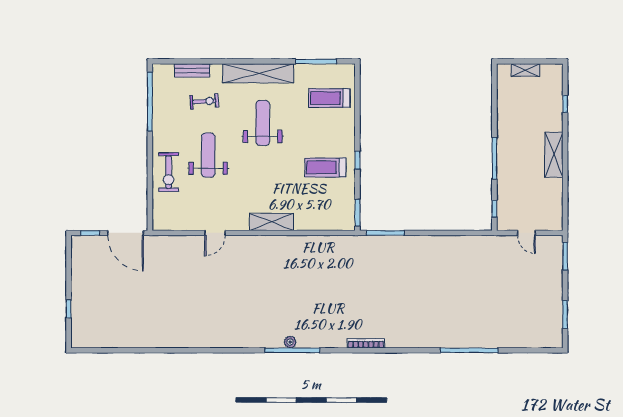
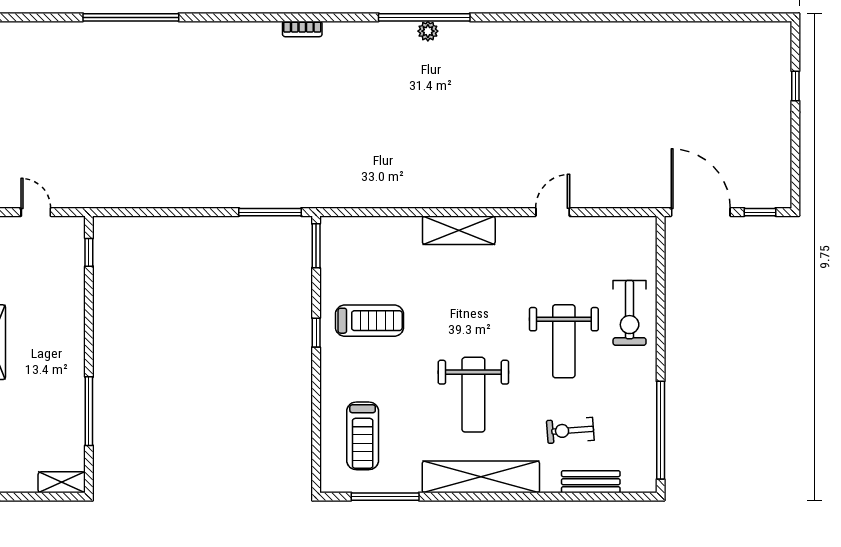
shelving: (526, 70) -> (62, 482), moved
treadmill: (329, 98) -> (363, 436), turned 90
window: (494, 158) -> (89, 411), moved
exercise bike: (169, 172) -> (630, 313), turned 180
bookcase: (366, 343) -> (302, 29), width x0.64

